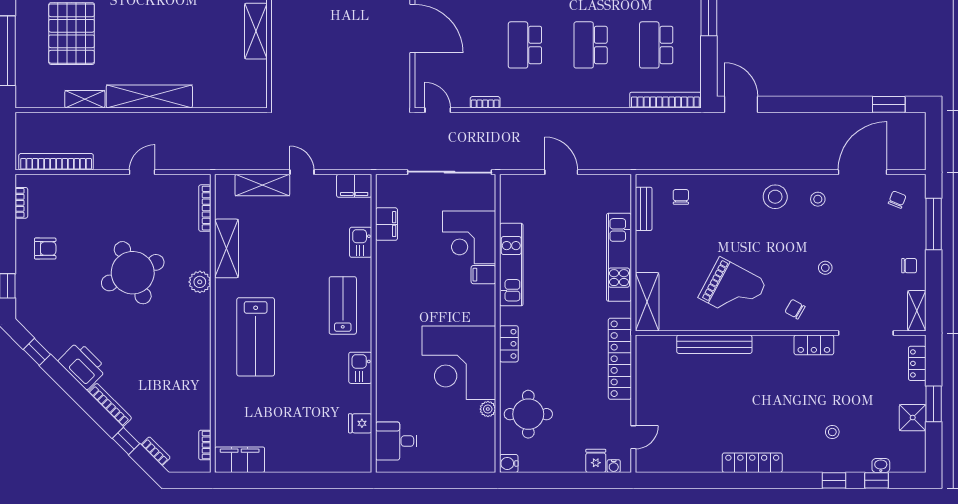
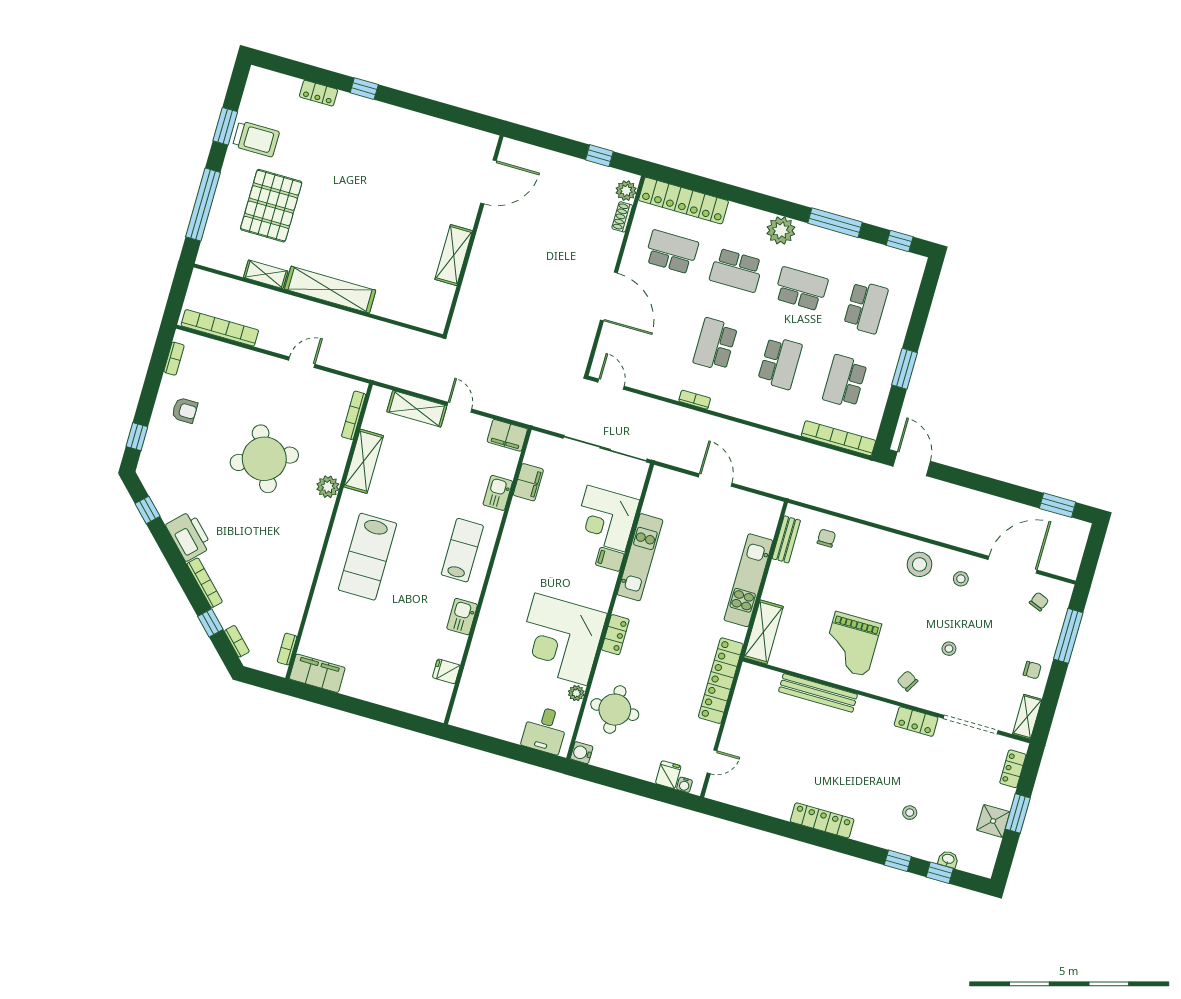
school desk: (591, 45) -> (780, 363), turned 180
bookcase: (485, 102) -> (695, 400), moved
grand piano: (732, 290) -> (851, 644), turned 62
desk: (396, 441) -> (545, 730), moved, turned -90

